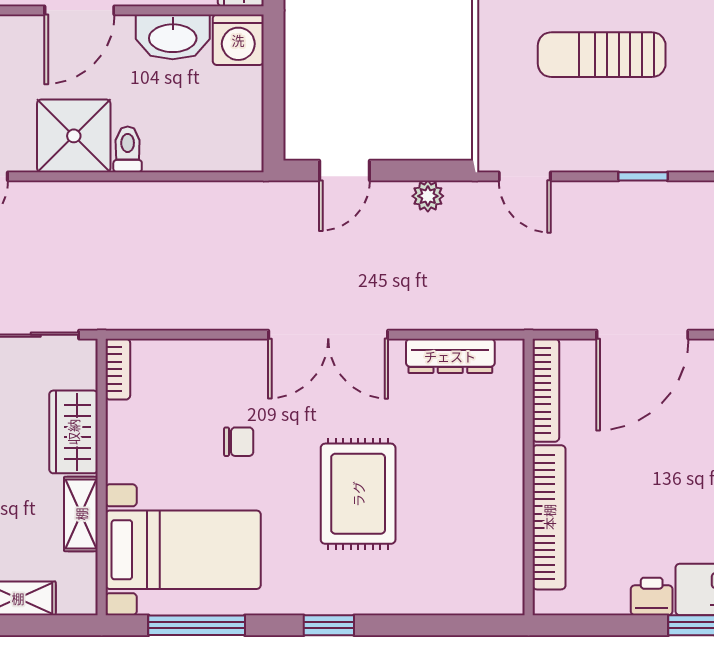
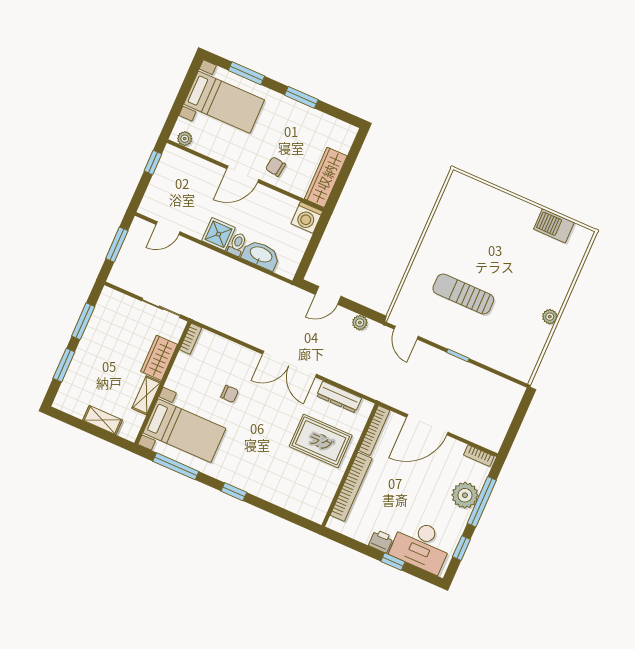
washbasin: (173, 37) -> (261, 255), moved, turned 180
shower: (74, 136) -> (218, 234), width x0.73, depth x0.73
rug: (358, 494) -> (321, 441), moved, turned 90

